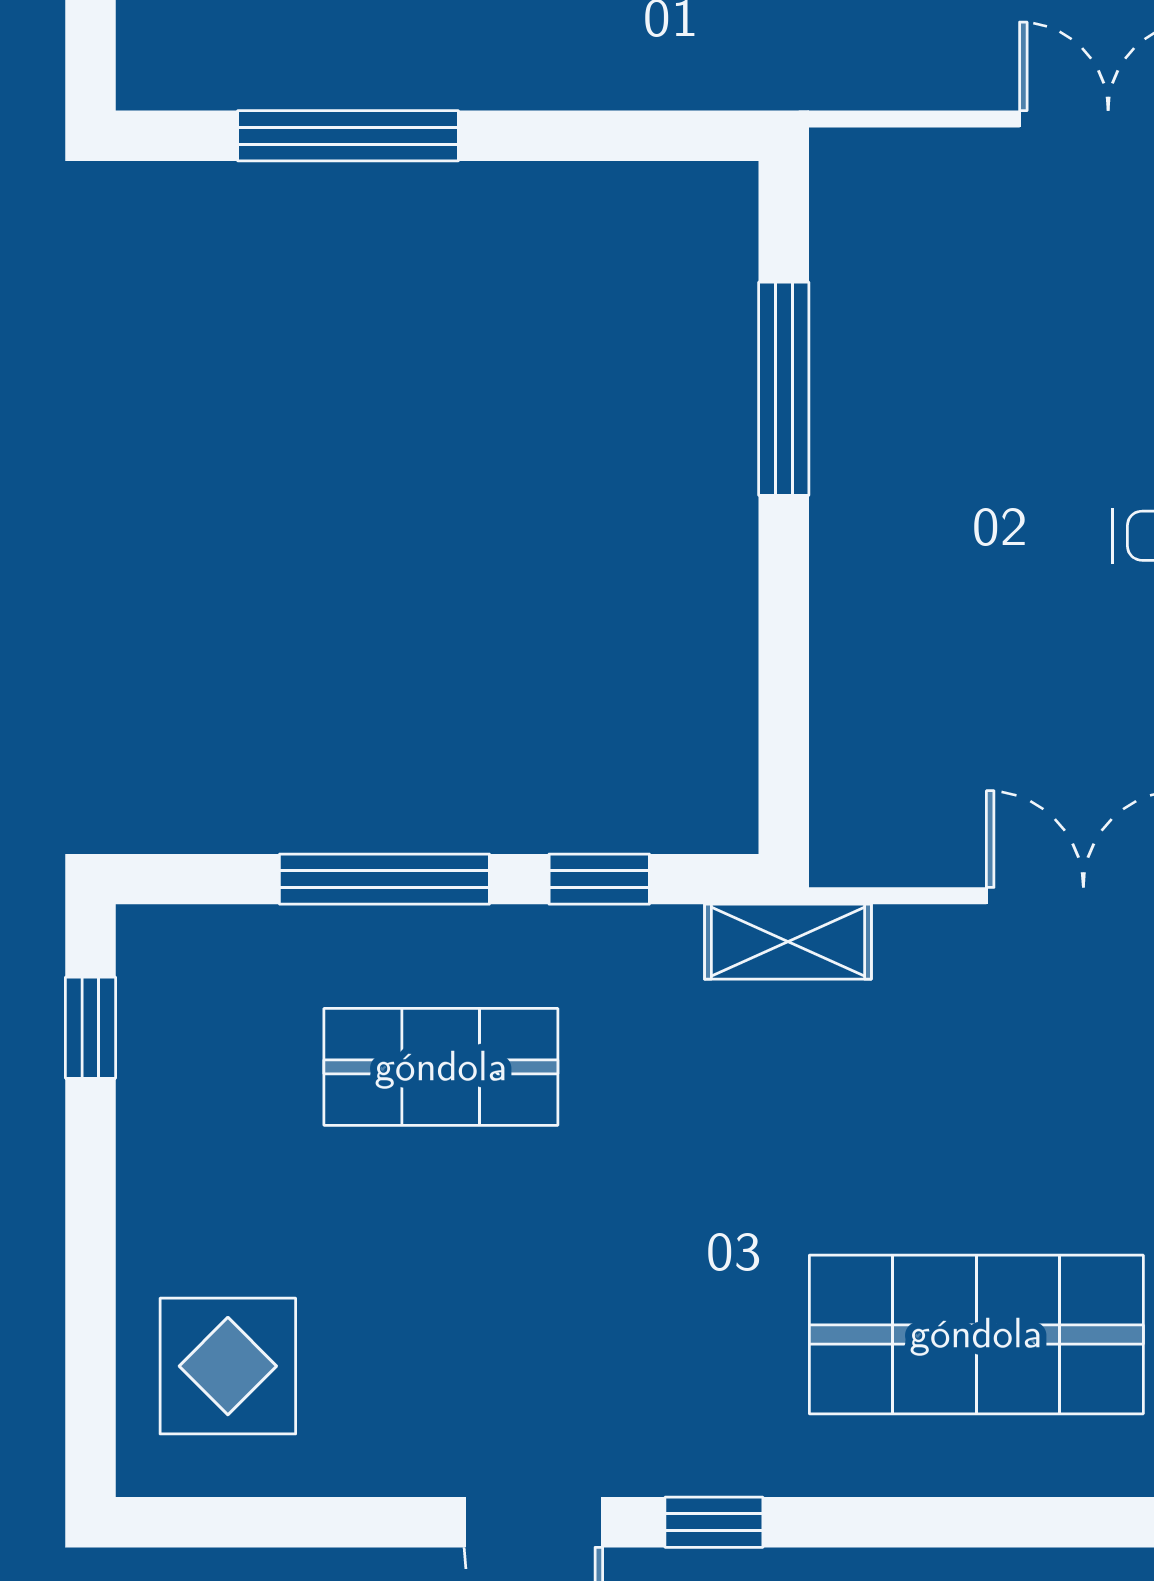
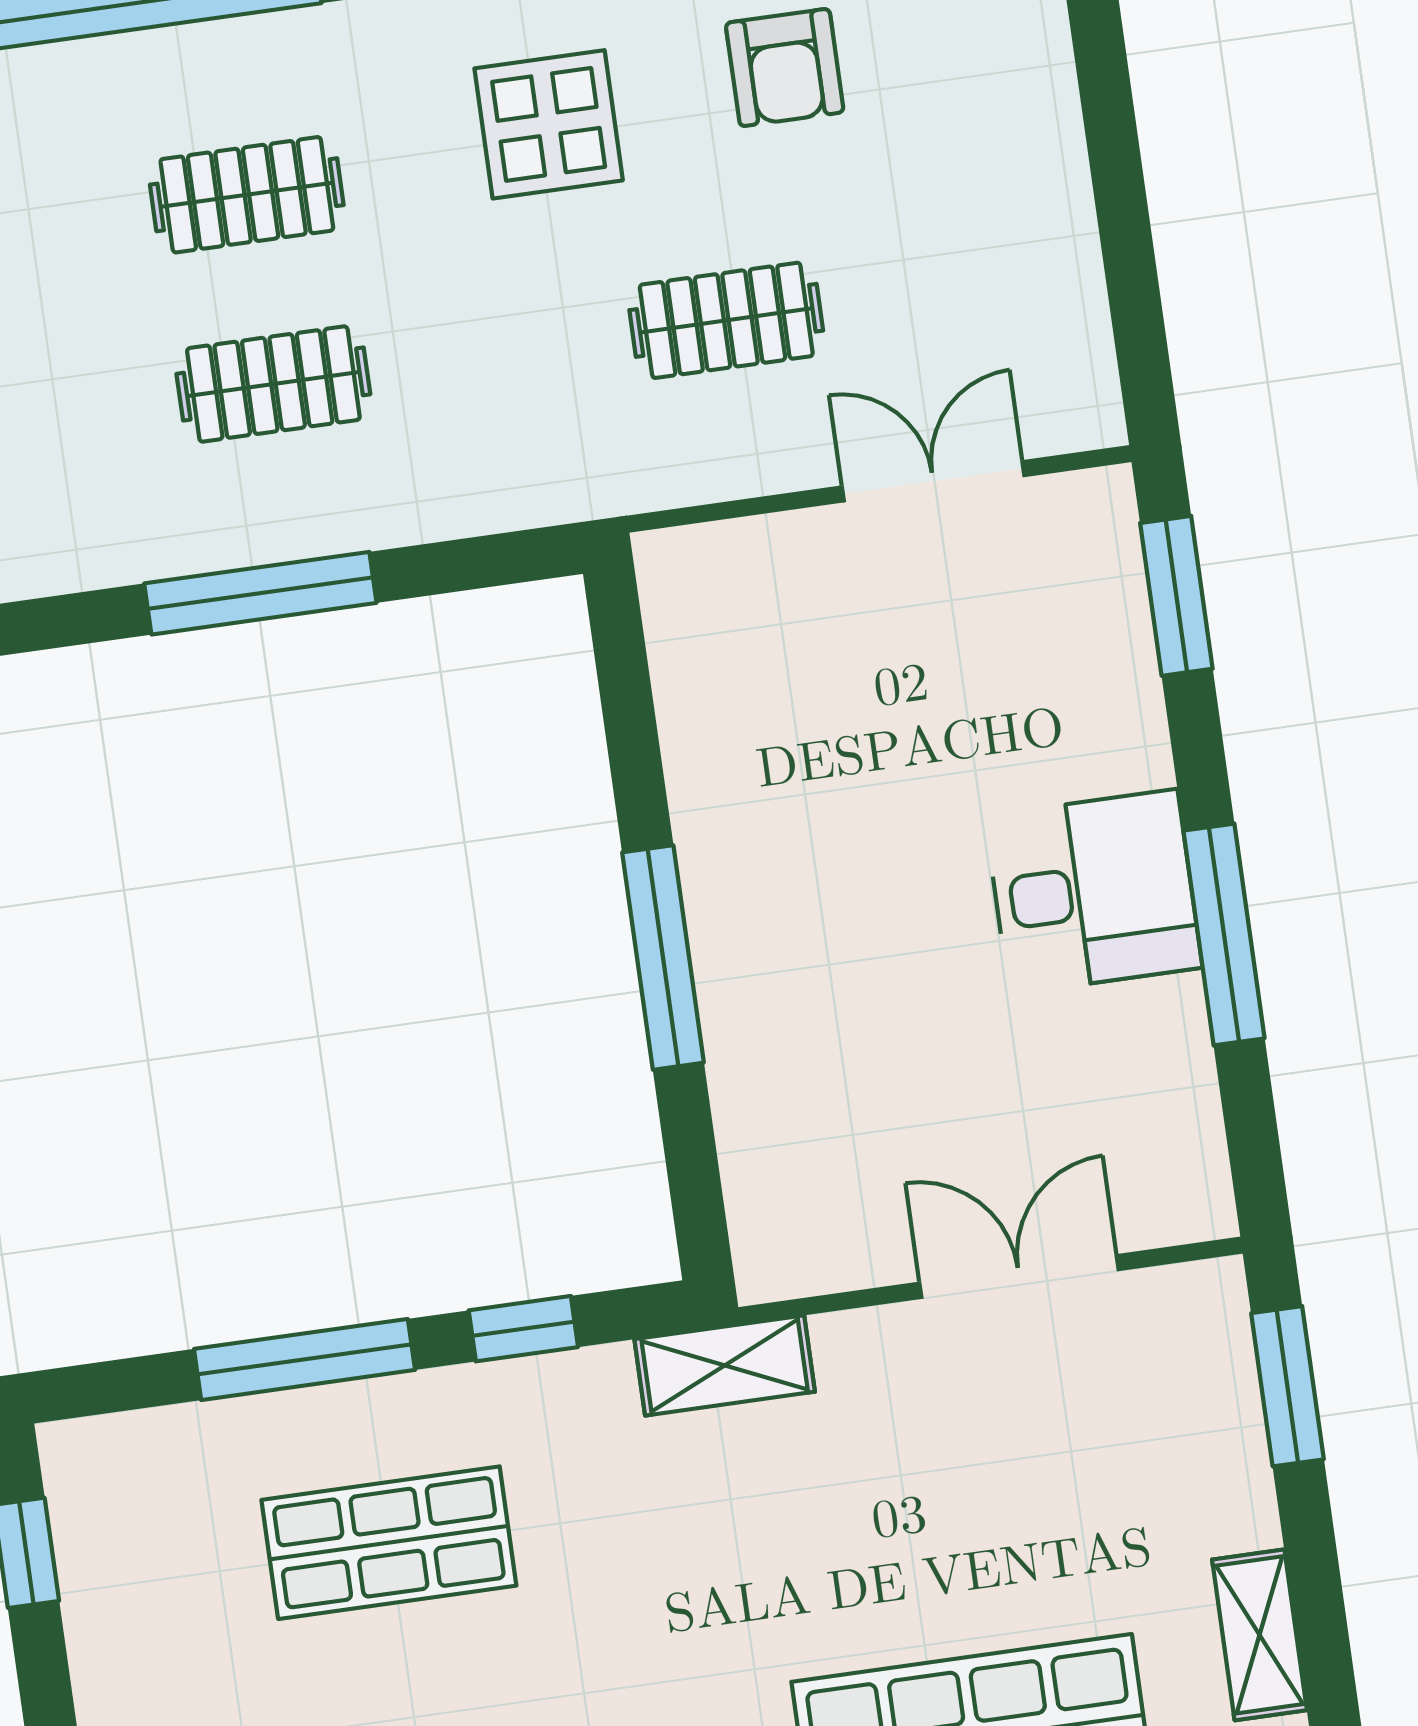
window: (348, 136) -> (260, 593), moved
window: (784, 389) -> (663, 957), moved

